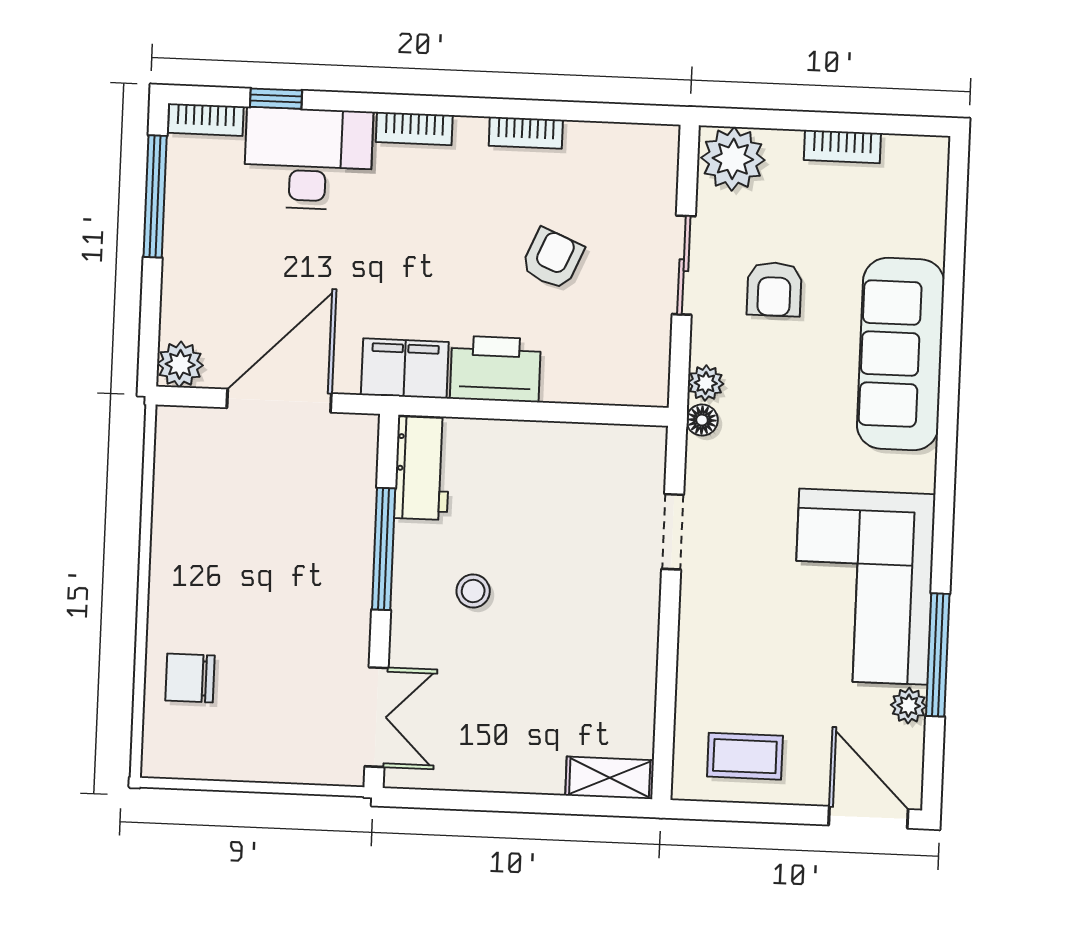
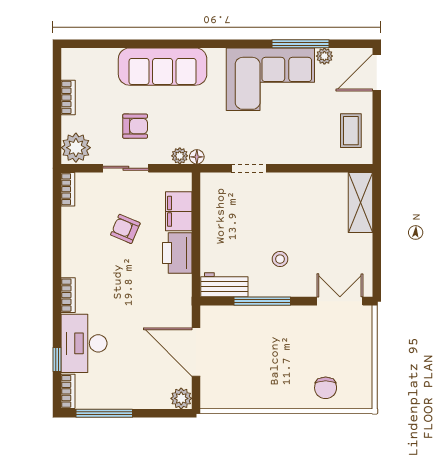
bookcase: (526, 133) -> (68, 189), moved
filing cabinet: (405, 368) -> (179, 211), moved
shelving: (610, 778) -> (360, 203), width x1.50, depth x1.33

